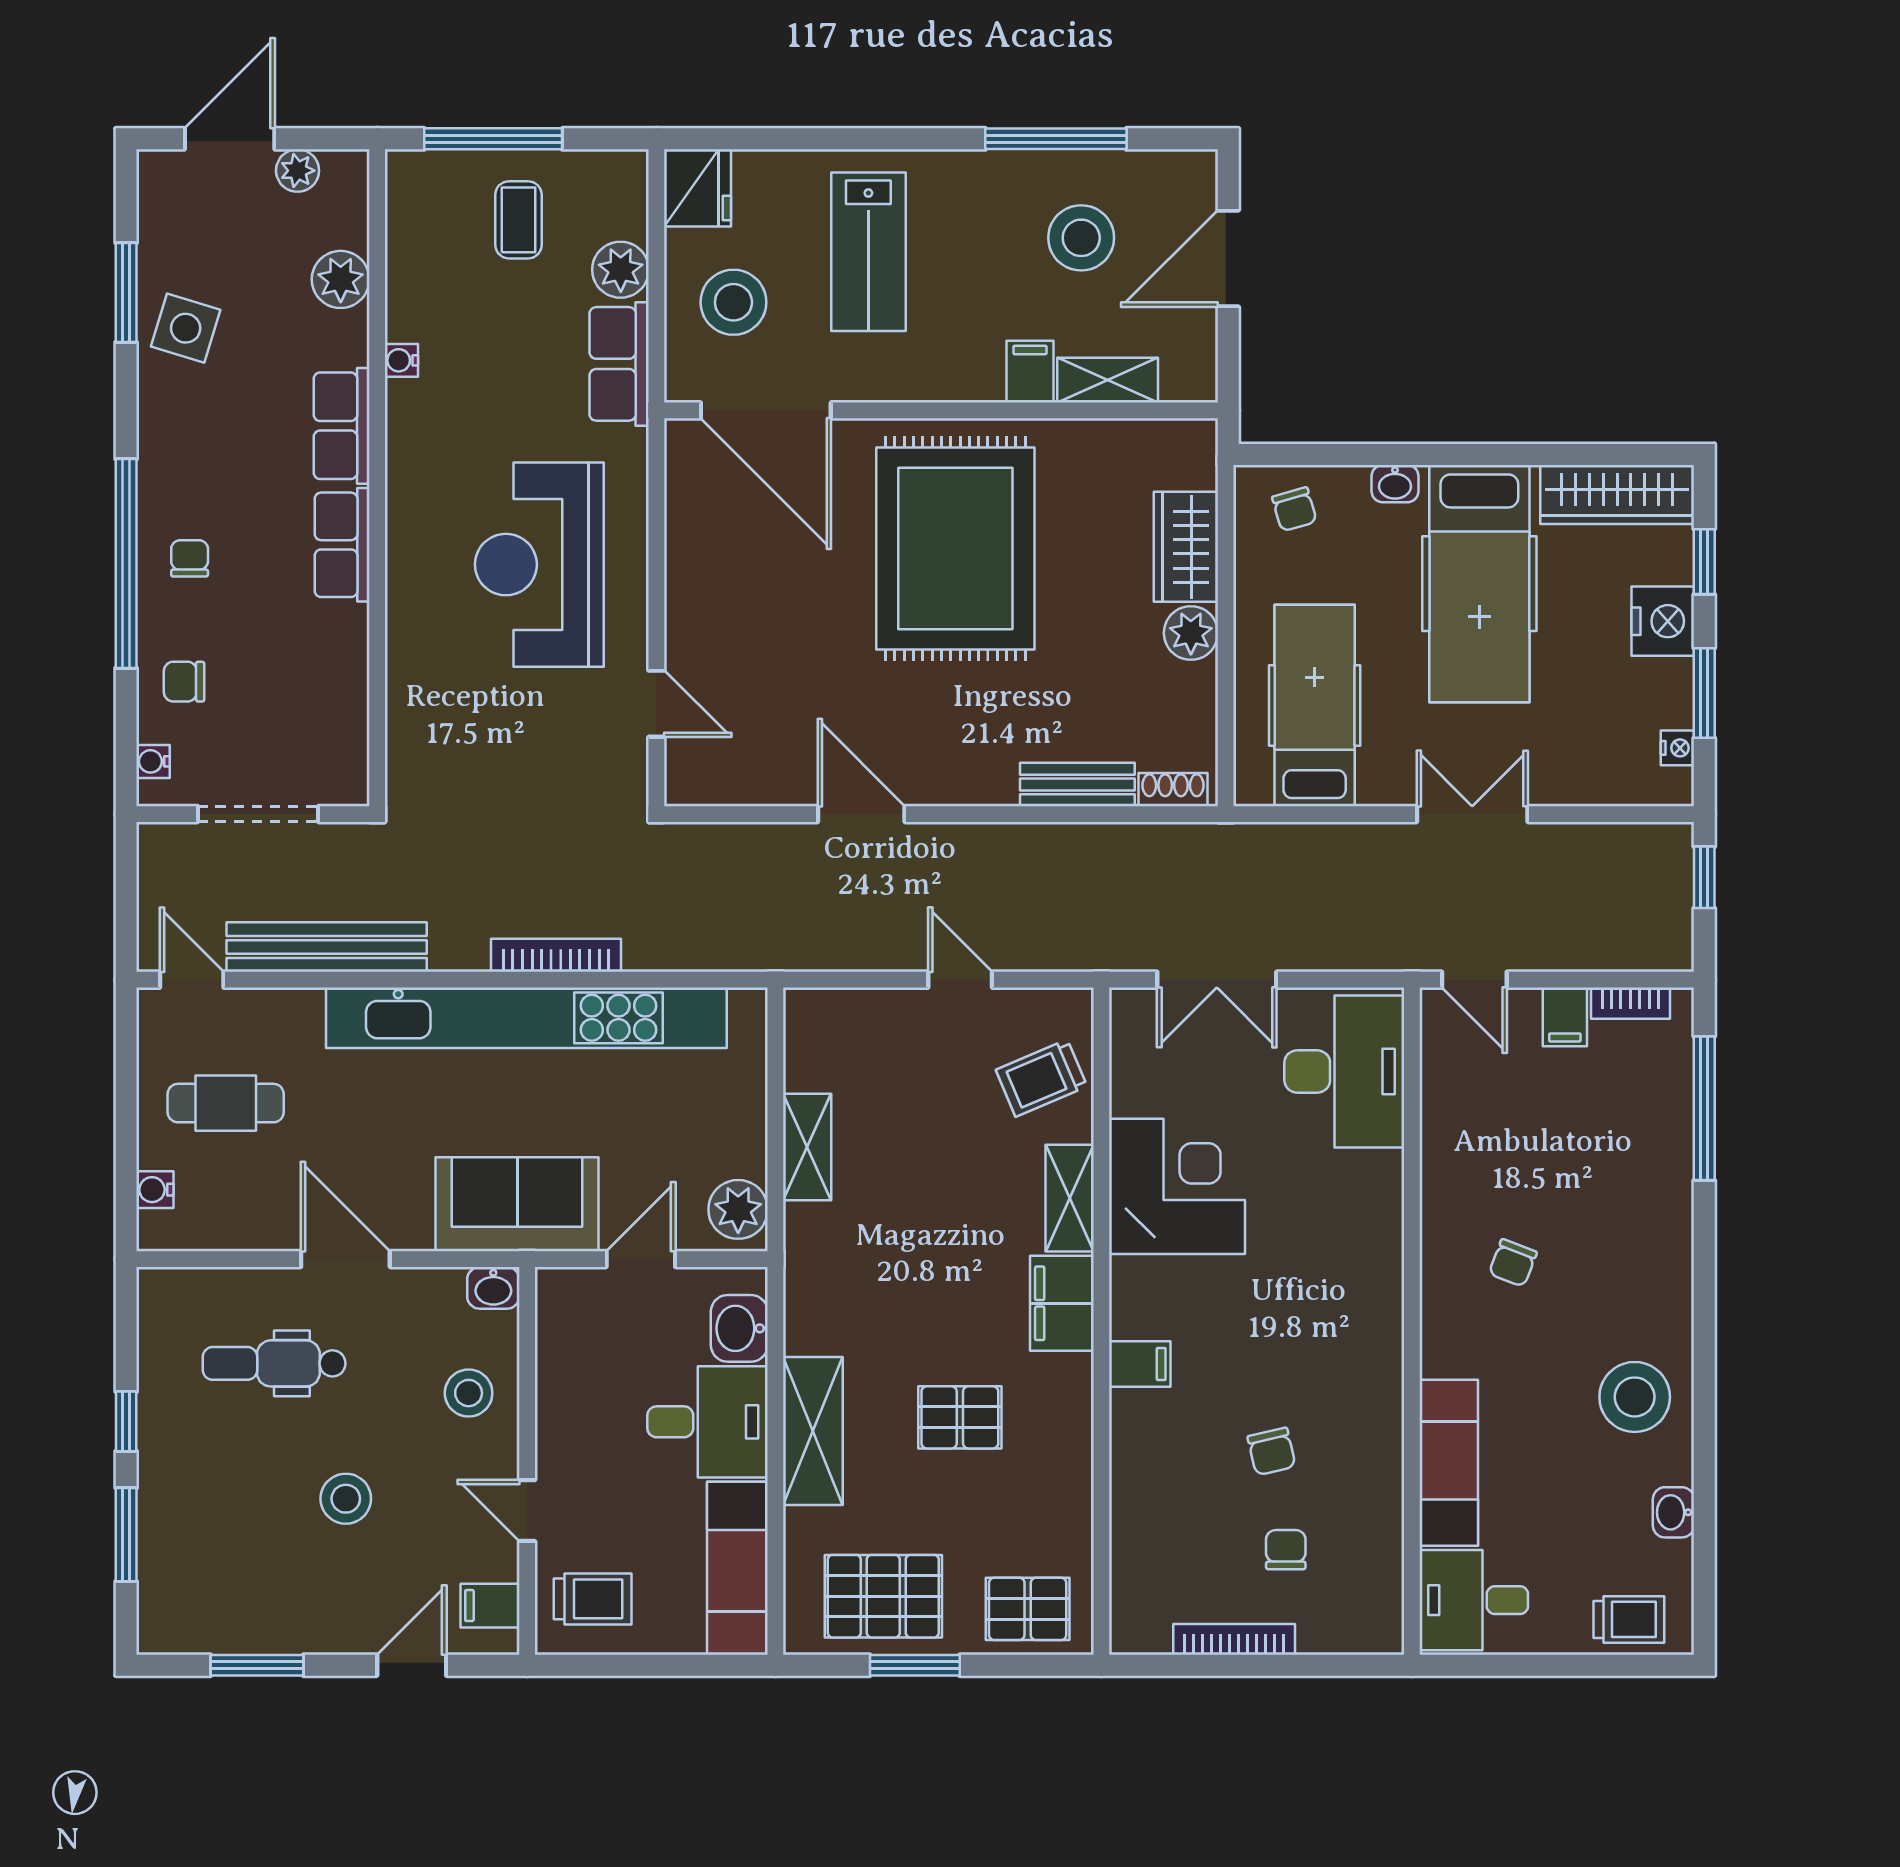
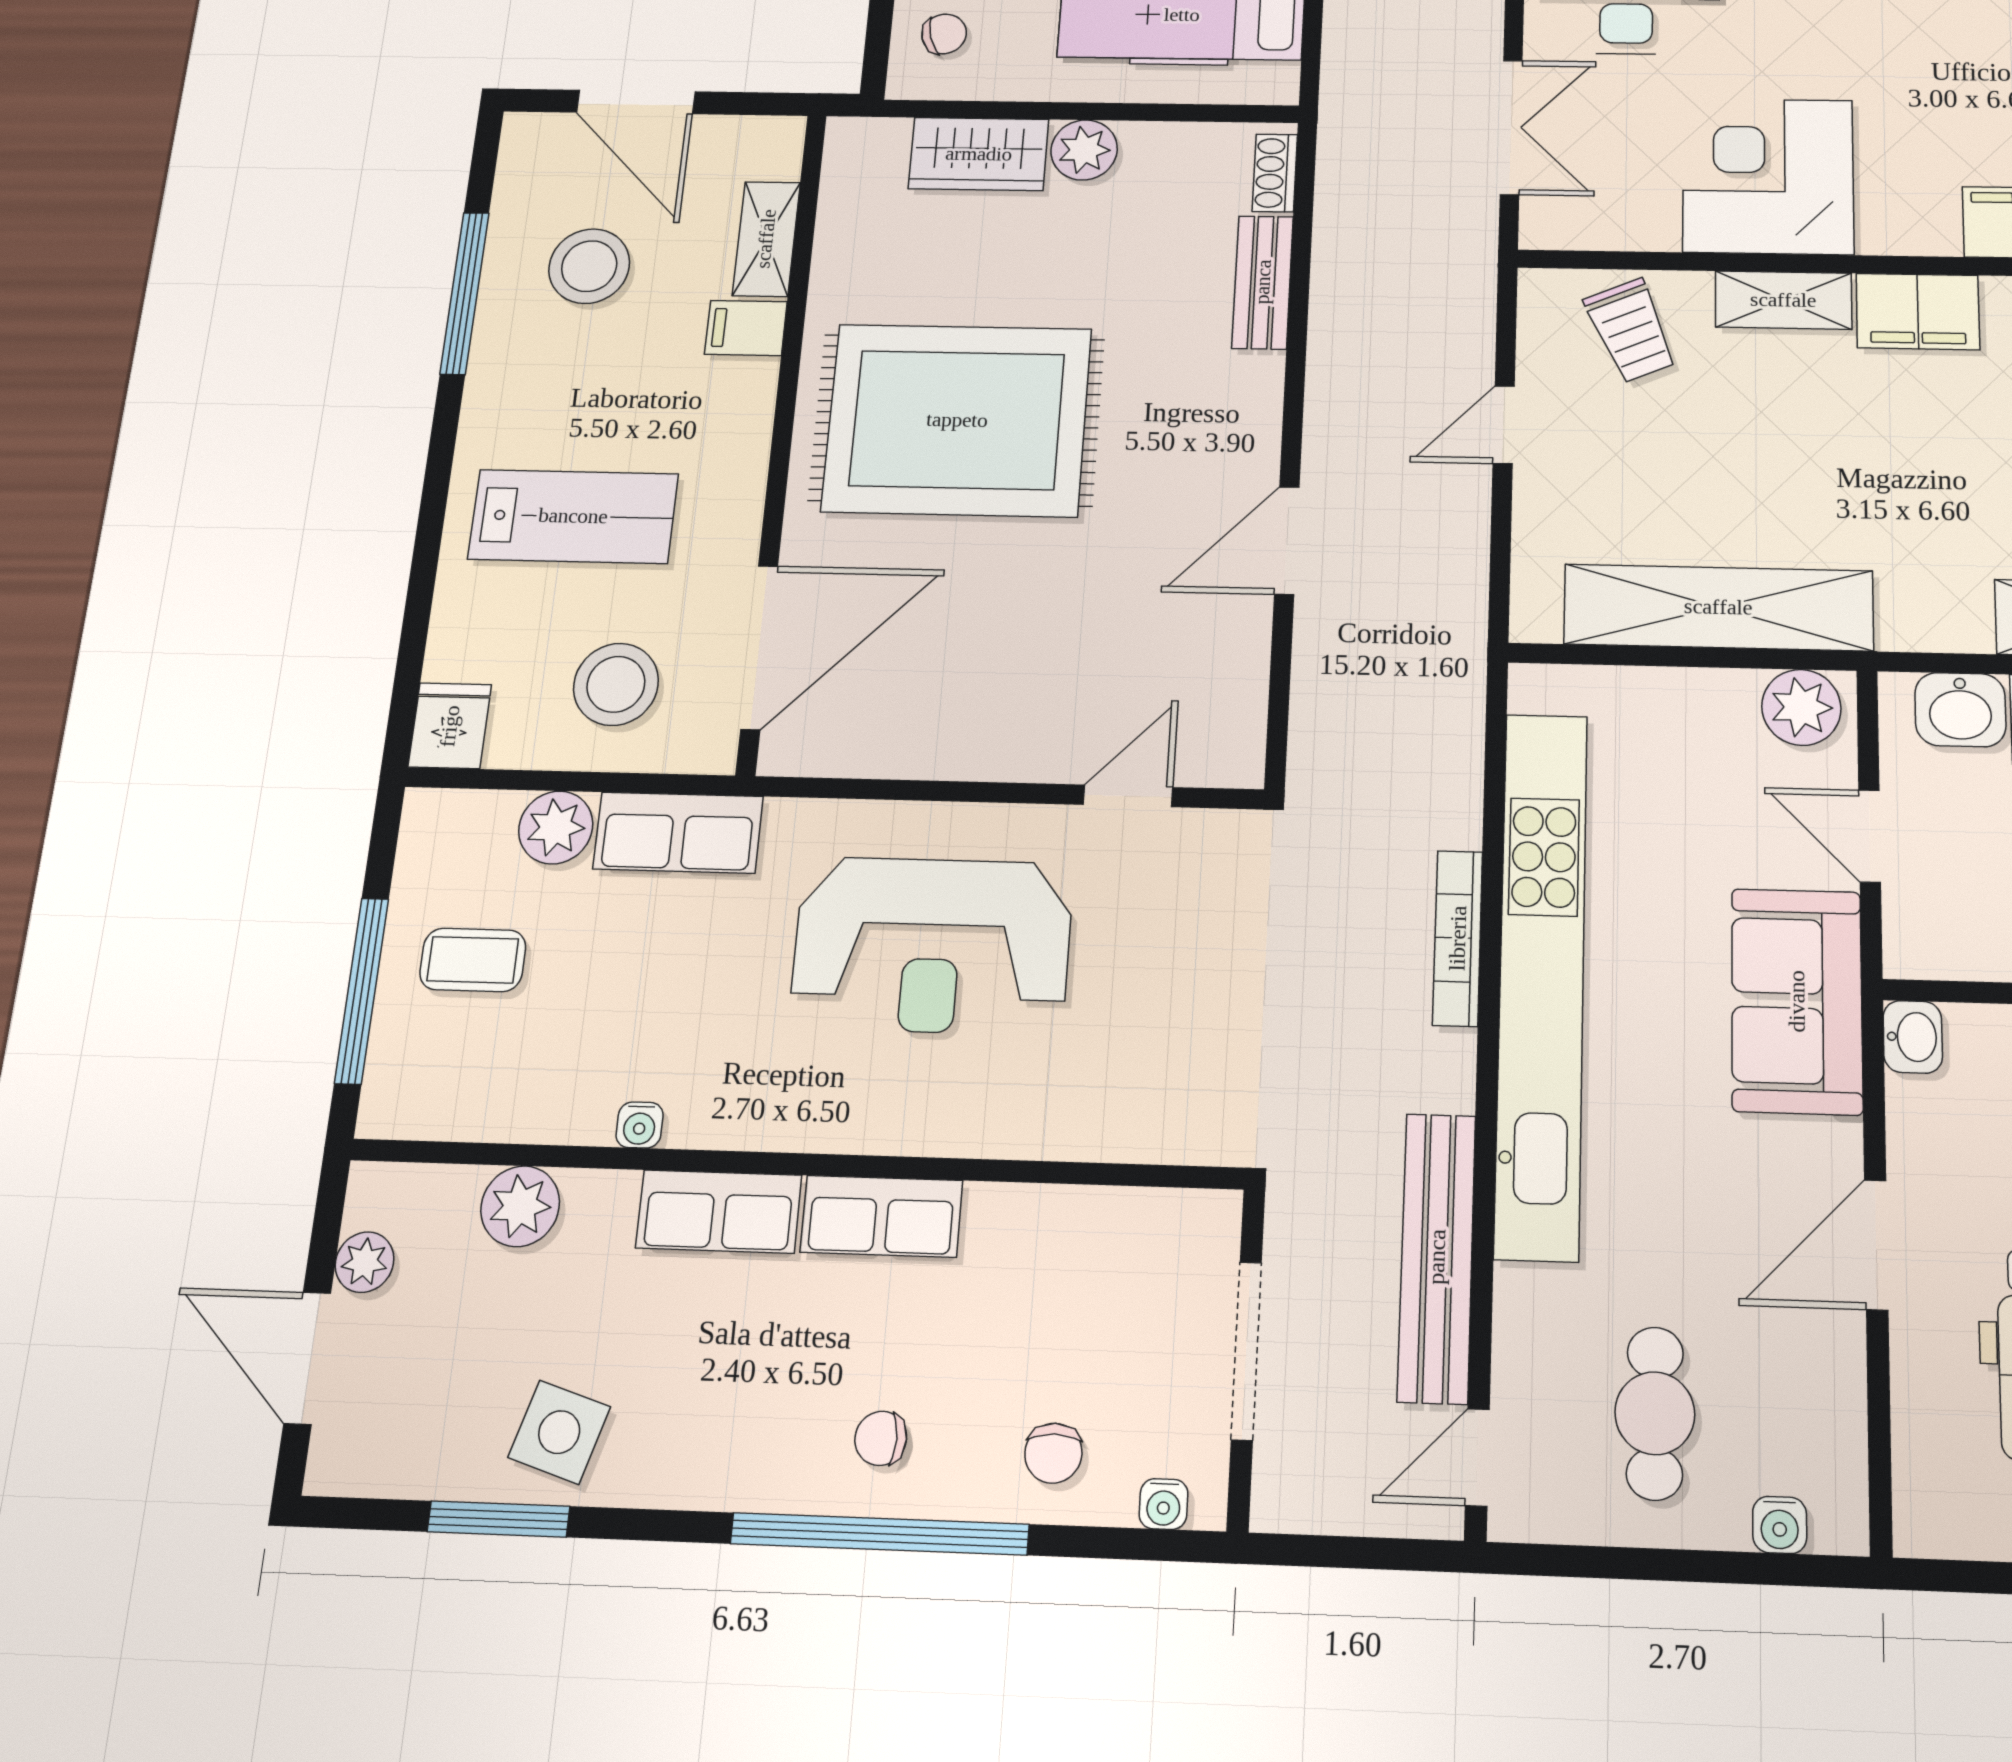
fridge: (698, 188) -> (450, 726), width x0.72
shelving: (807, 1147) -> (1718, 607), width x2.20, depth x1.33

